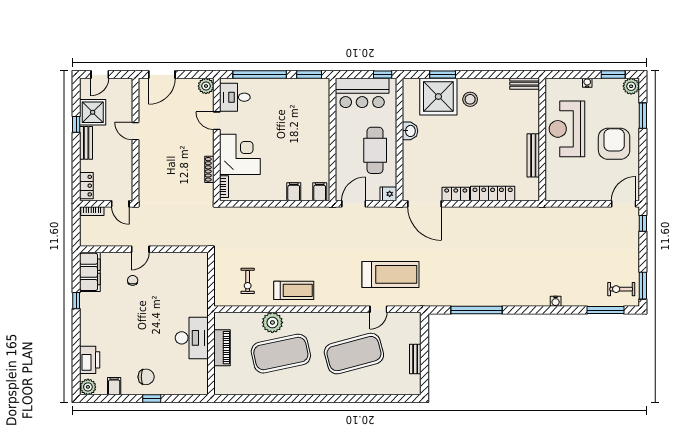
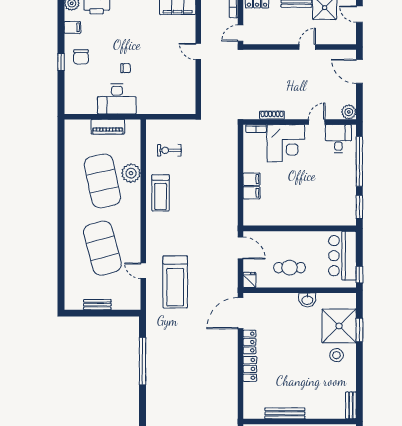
cafe table: (375, 150) -> (290, 268), width x0.73, depth x0.74
filing cabinet: (320, 192) -> (251, 179), moved
locker: (493, 193) -> (250, 369), width x0.66
chair: (133, 280) -> (126, 68), moved

